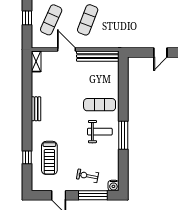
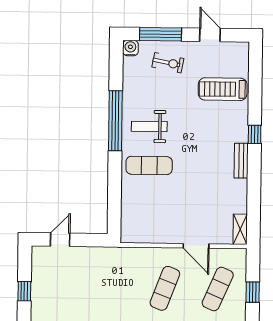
bench: (98, 56) -> (151, 236), removed
window: (123, 135) -> (115, 121), width x1.46
window: (27, 157) -> (255, 134), moved
treadmill: (49, 158) -> (223, 89), turned -90

